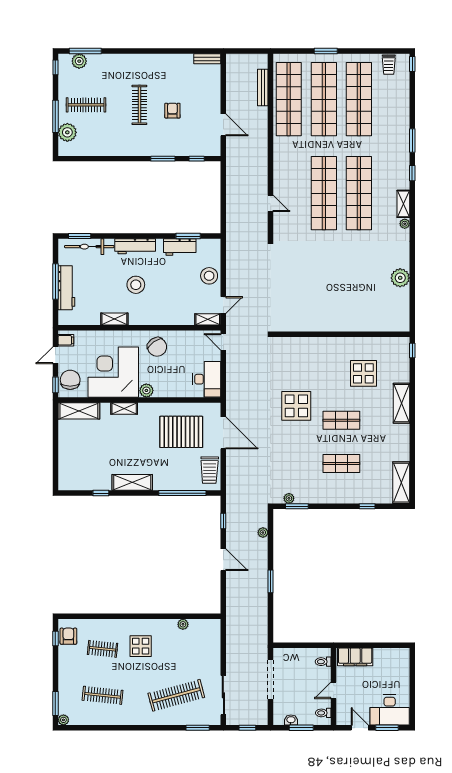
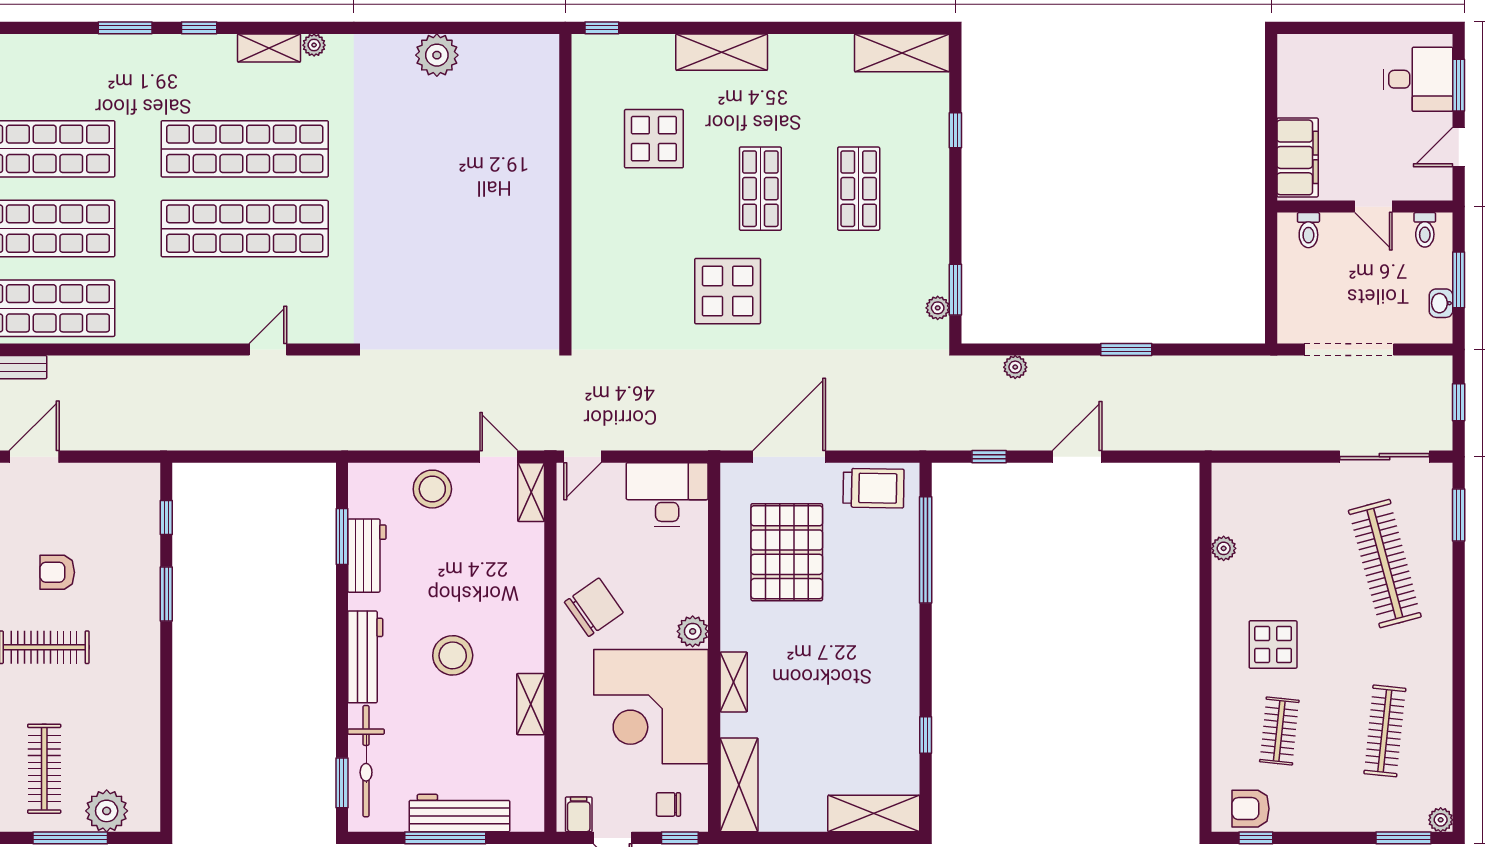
door: (223, 125) -> (34, 457), moved
chair: (70, 380) -> (668, 804), width x0.54, depth x0.54
shelving: (132, 482) -> (874, 814), moved, turned 90
desk: (390, 710) -> (1418, 79), width x0.73

